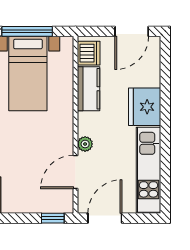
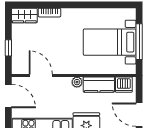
plant: (85, 144) -> (77, 82), moved
window: (53, 218) -> (8, 48), moved

